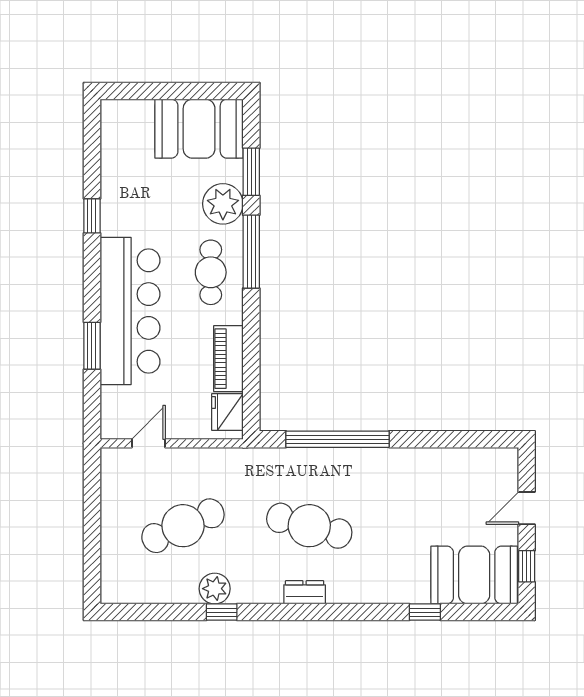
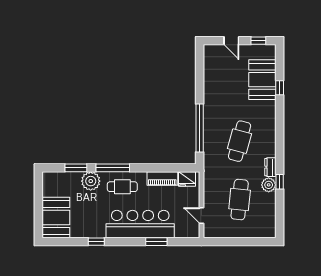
booth: (199, 129) -> (56, 218), moved
cafe table: (183, 526) -> (240, 200), turned 30
booth: (474, 575) -> (262, 80), moved
dresser: (305, 592) -> (270, 167), moved

